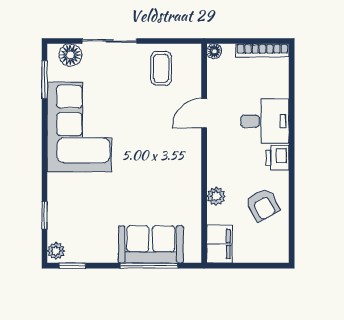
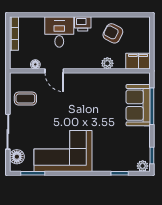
floor lamp: (214, 51) -> (35, 64), moved
armchair: (263, 205) -> (113, 33), turned -124

